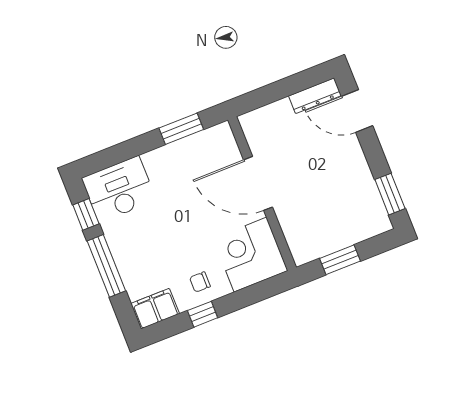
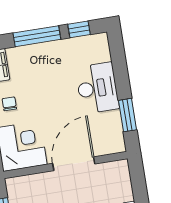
desk: (119, 189) -> (97, 88), moved

